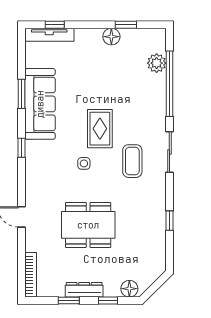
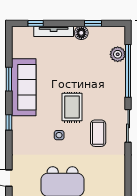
tv unit: (49, 35) -> (54, 31), moved
window: (169, 221) -> (128, 181), removed

